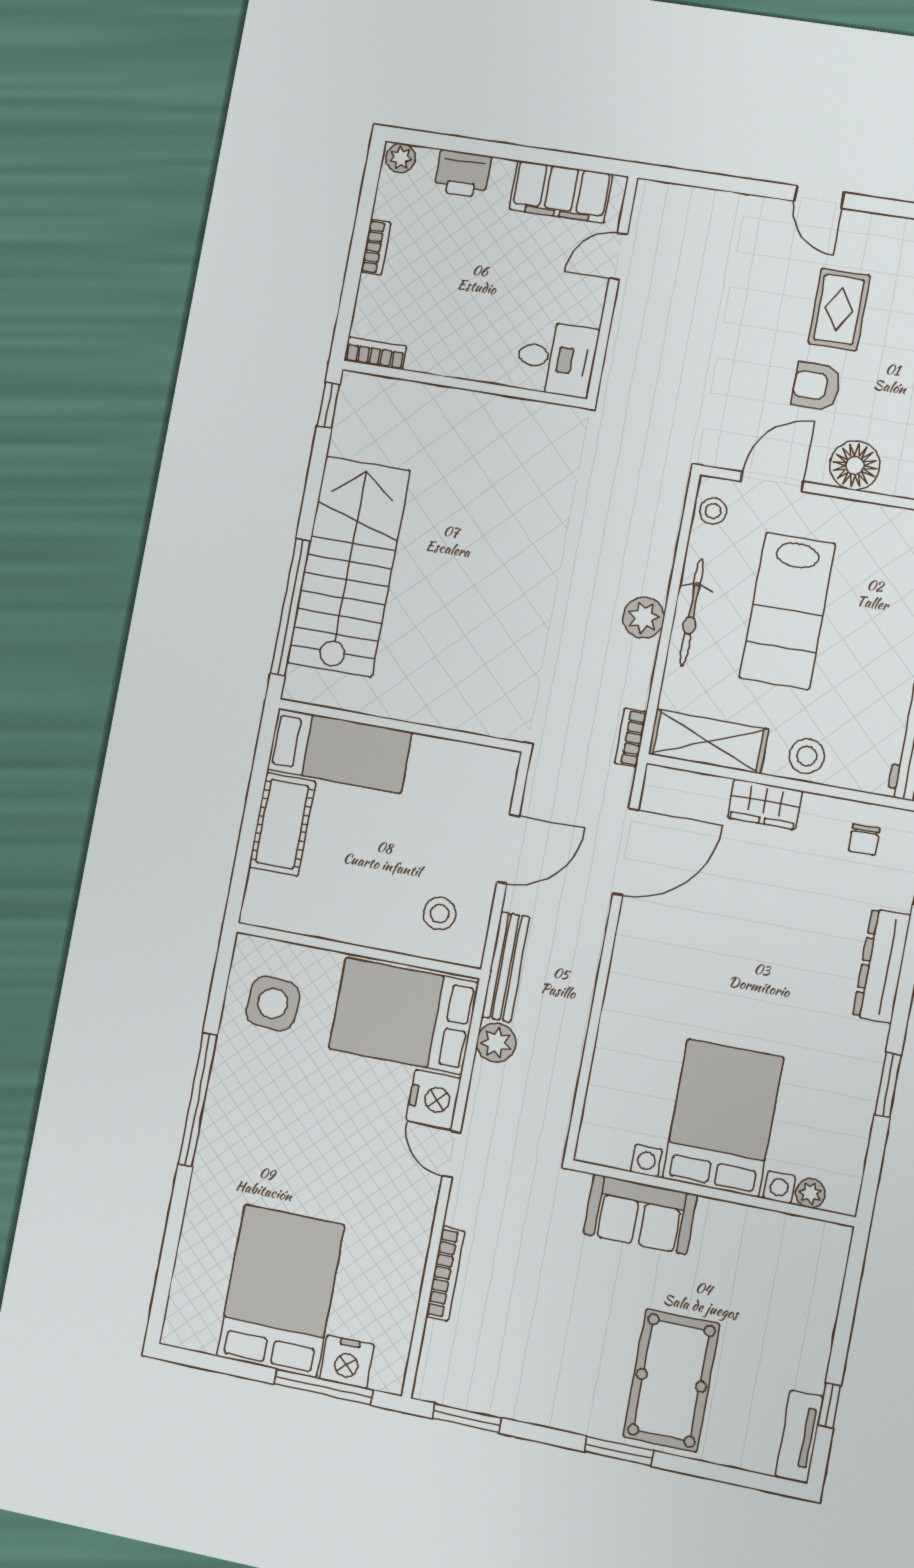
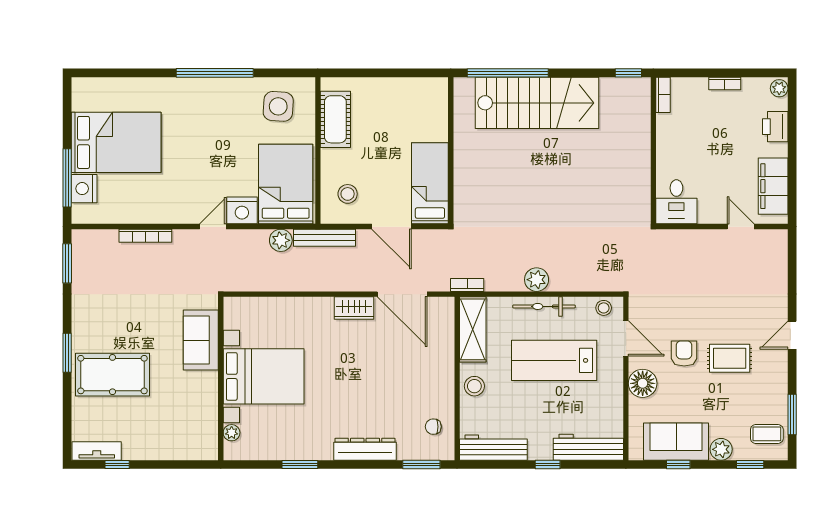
bed: (339, 751) -> (430, 183), moved, turned 180
wardrobe: (765, 804) -> (354, 308), moved, turned -90
cot: (282, 824) -> (335, 119), moved, turned 90

